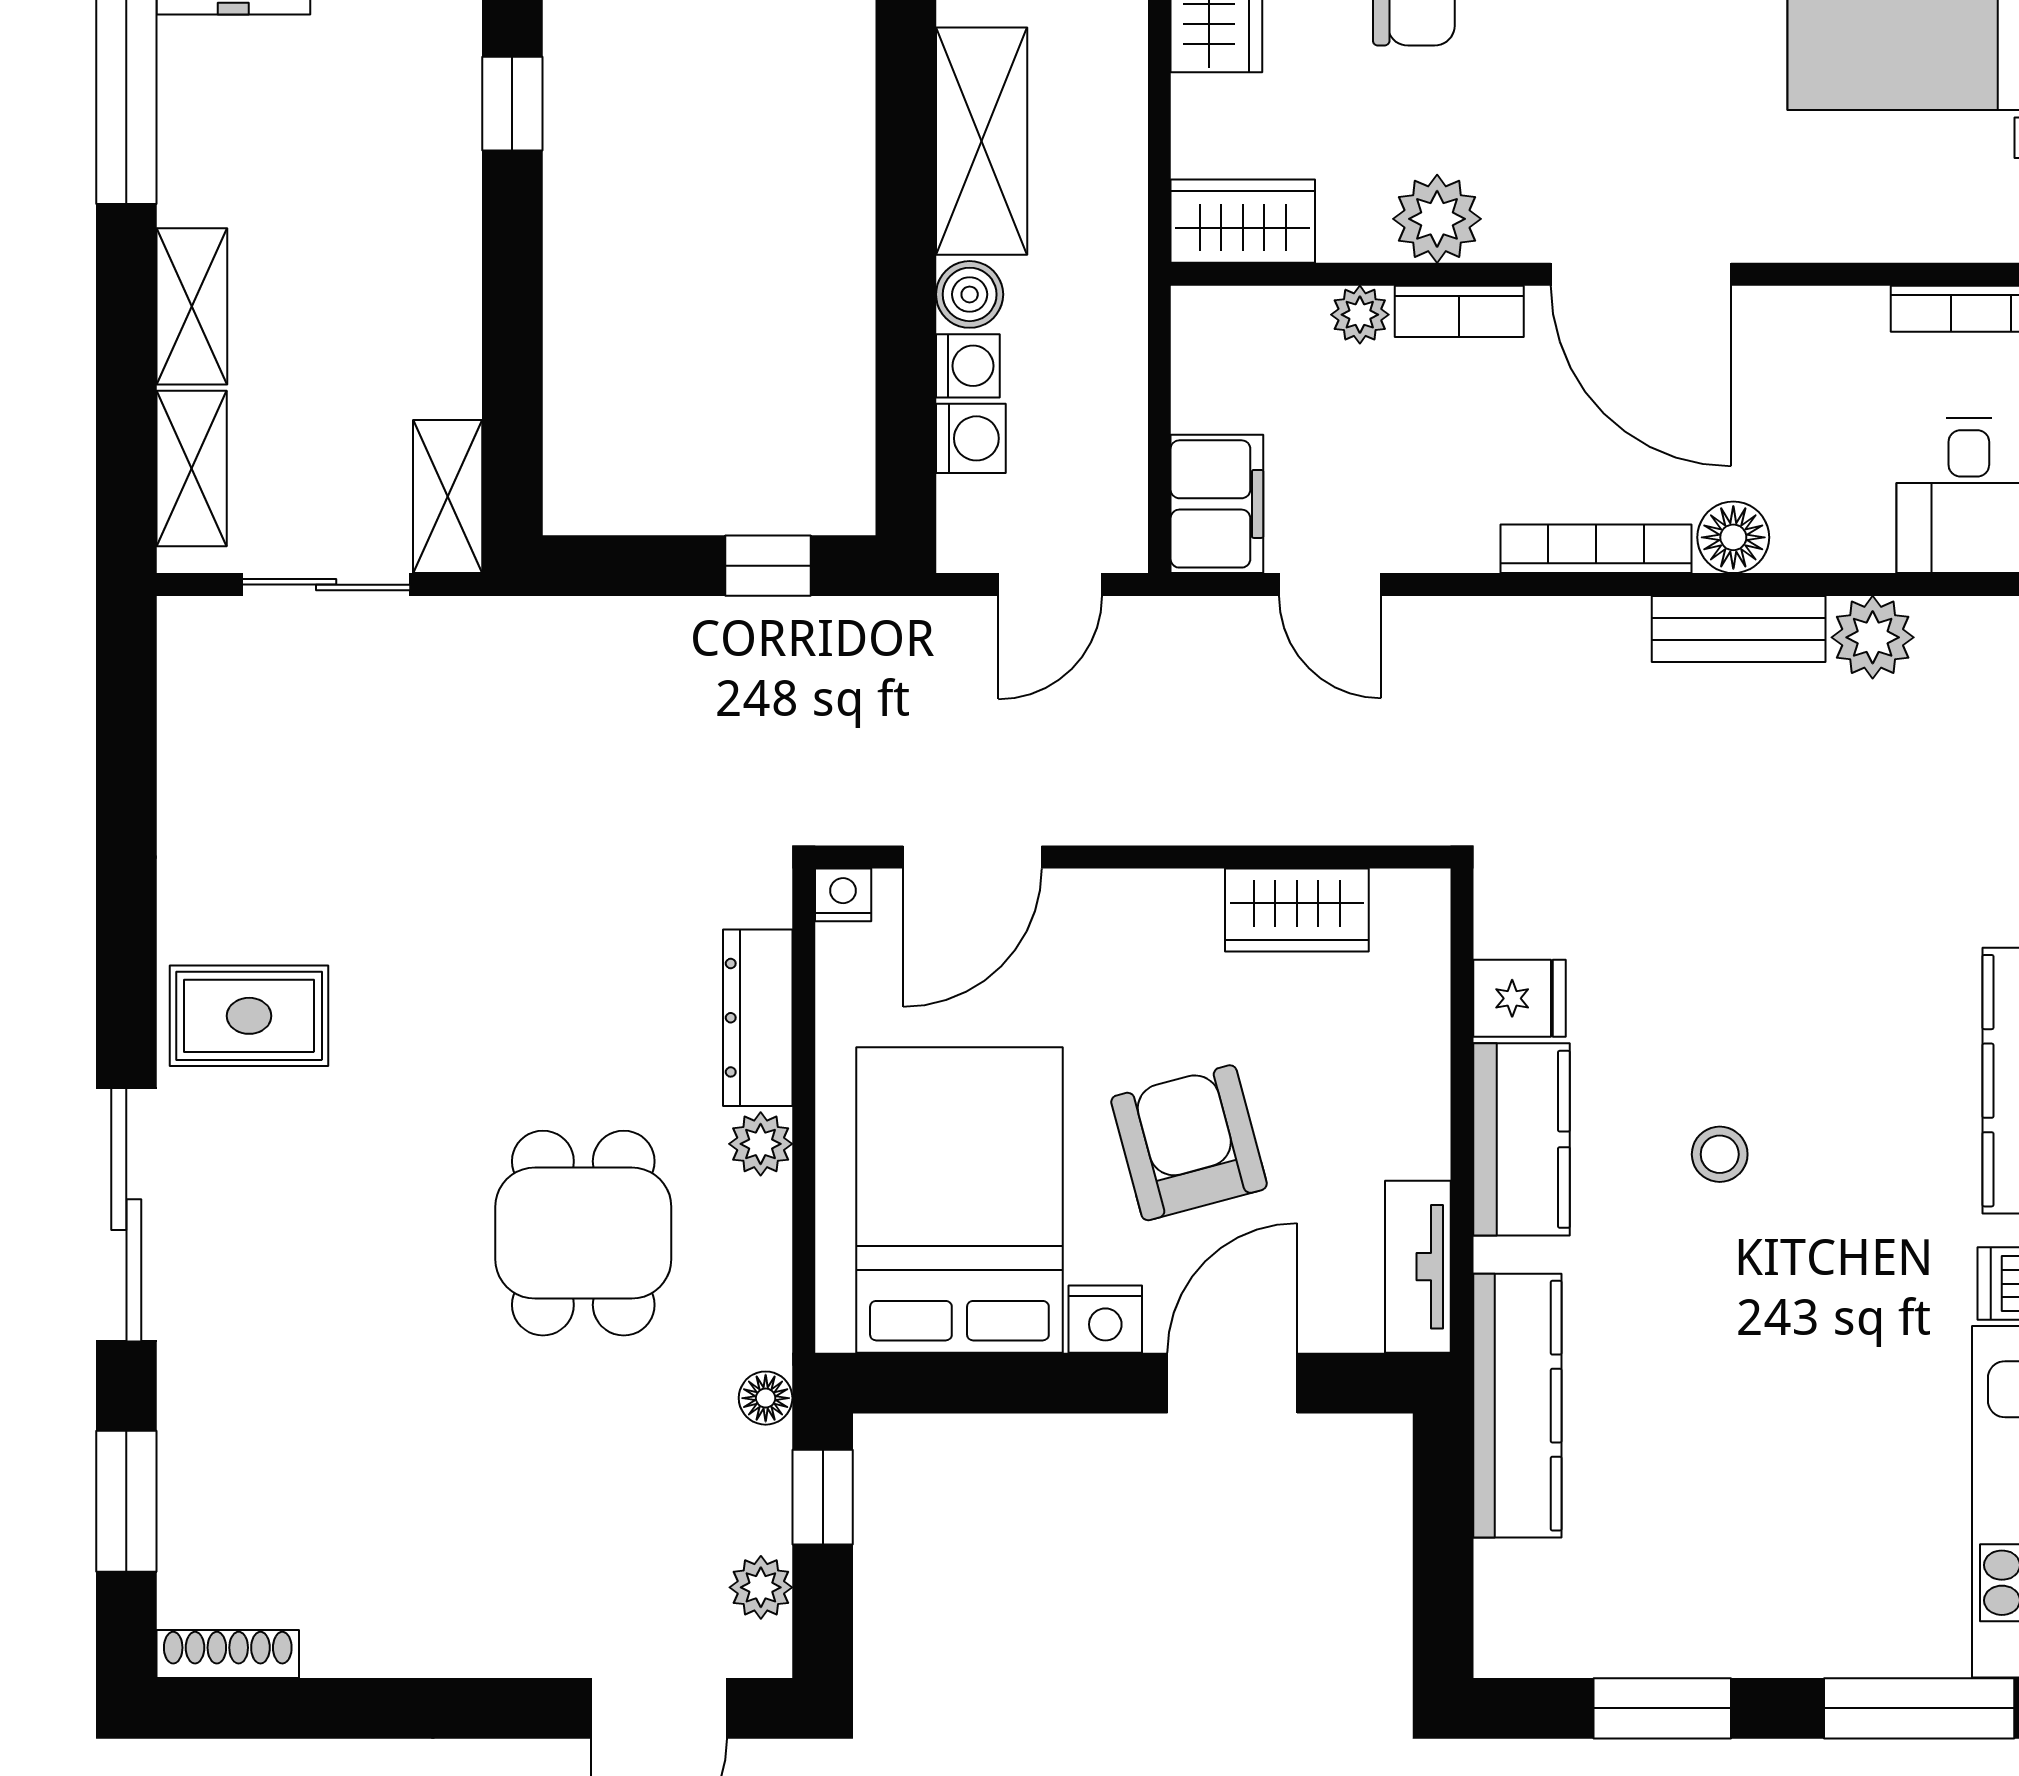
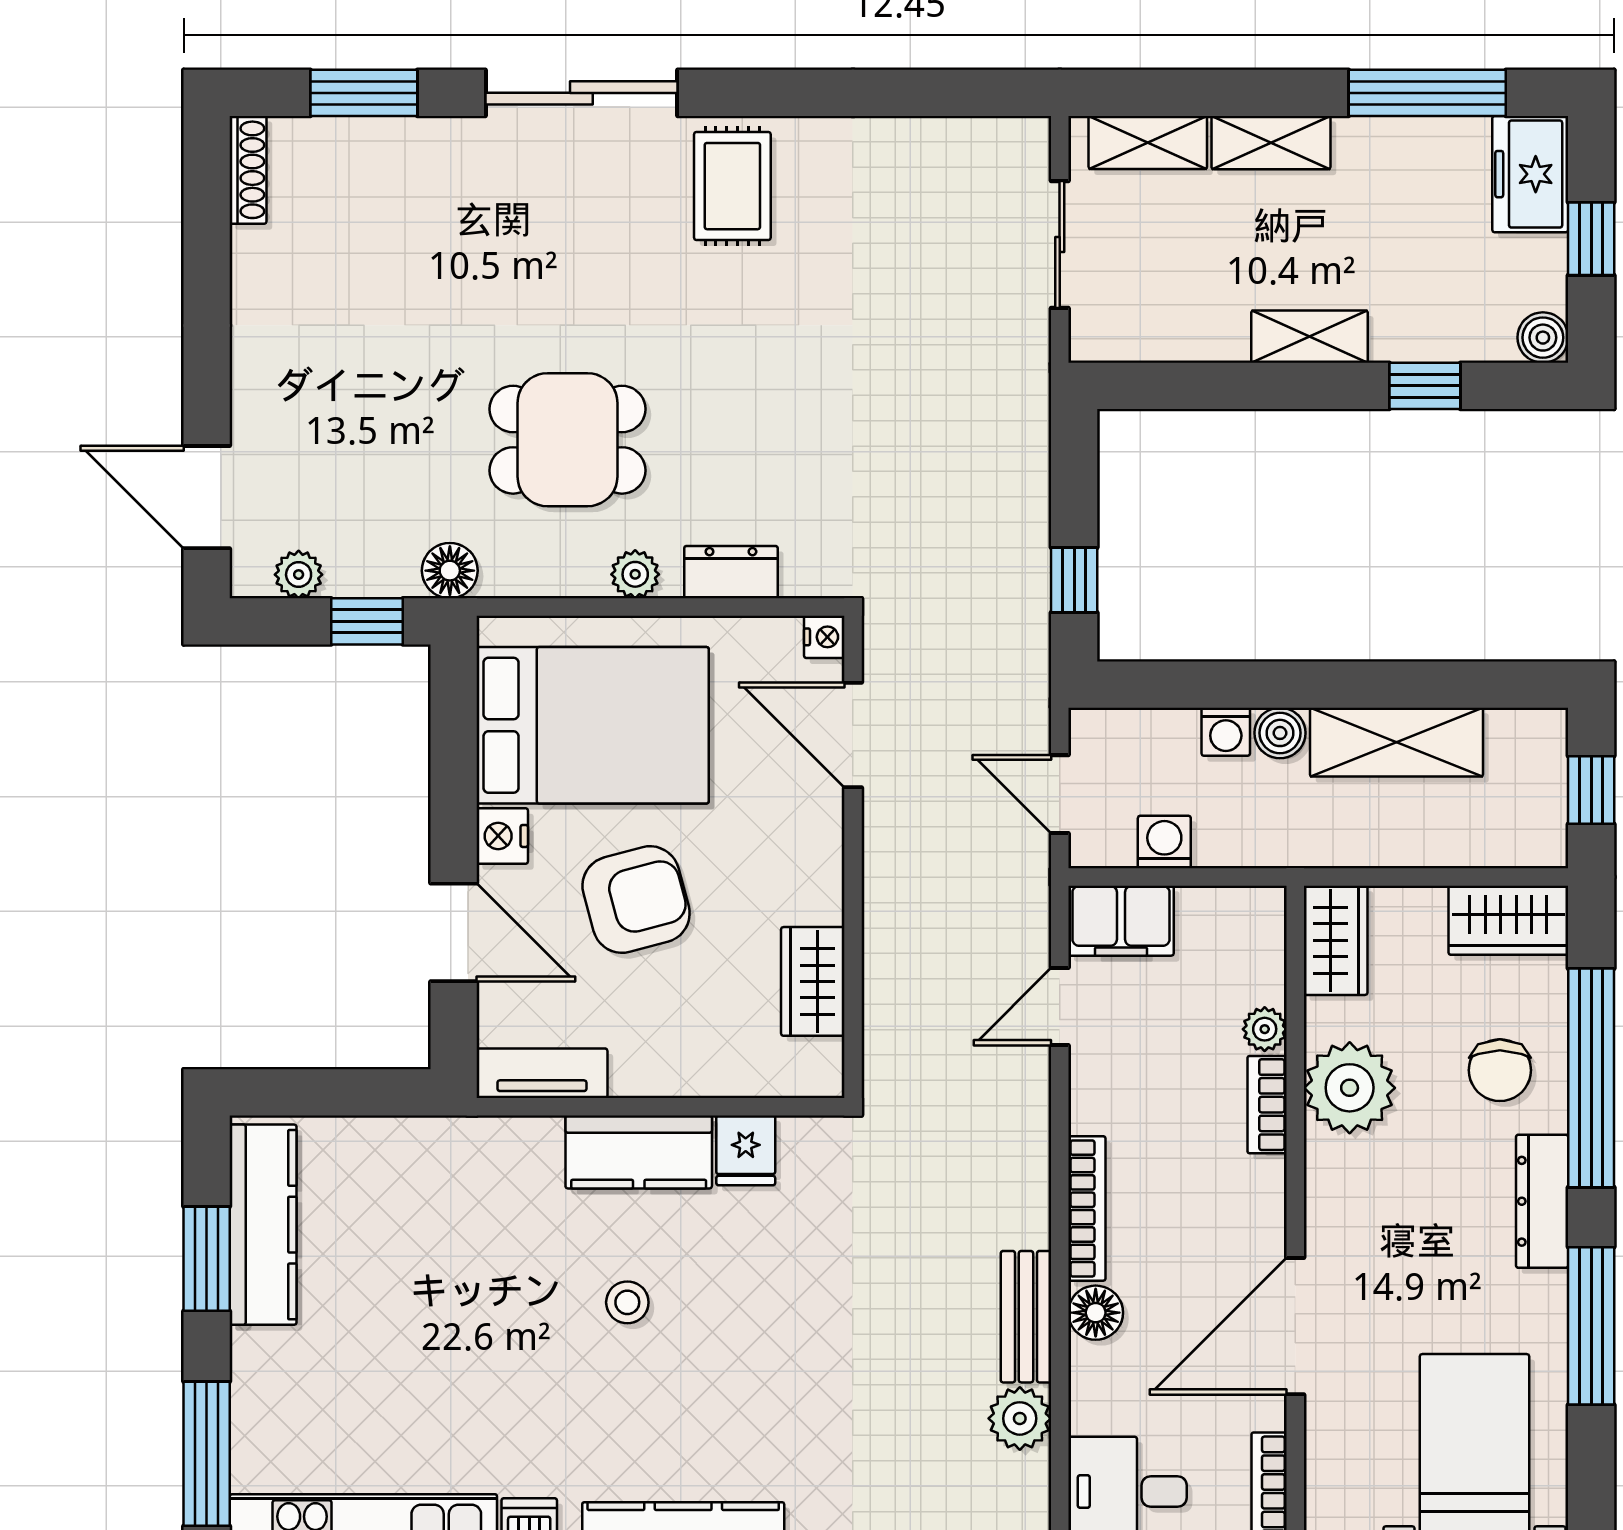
plant: (1437, 219) -> (1350, 1088), width x1.36, depth x1.36
door: (1641, 274) -> (1295, 1326), moved
washing machine: (971, 438) -> (1164, 842), moved, turned 180
shelving: (448, 497) -> (1310, 337), moved
dresser: (758, 1018) -> (731, 572), width x0.70
floor lamp: (766, 1398) -> (450, 571), width x1.37, depth x1.37
kitchen counter: (1517, 1406) -> (263, 1225), moved, turned -90

